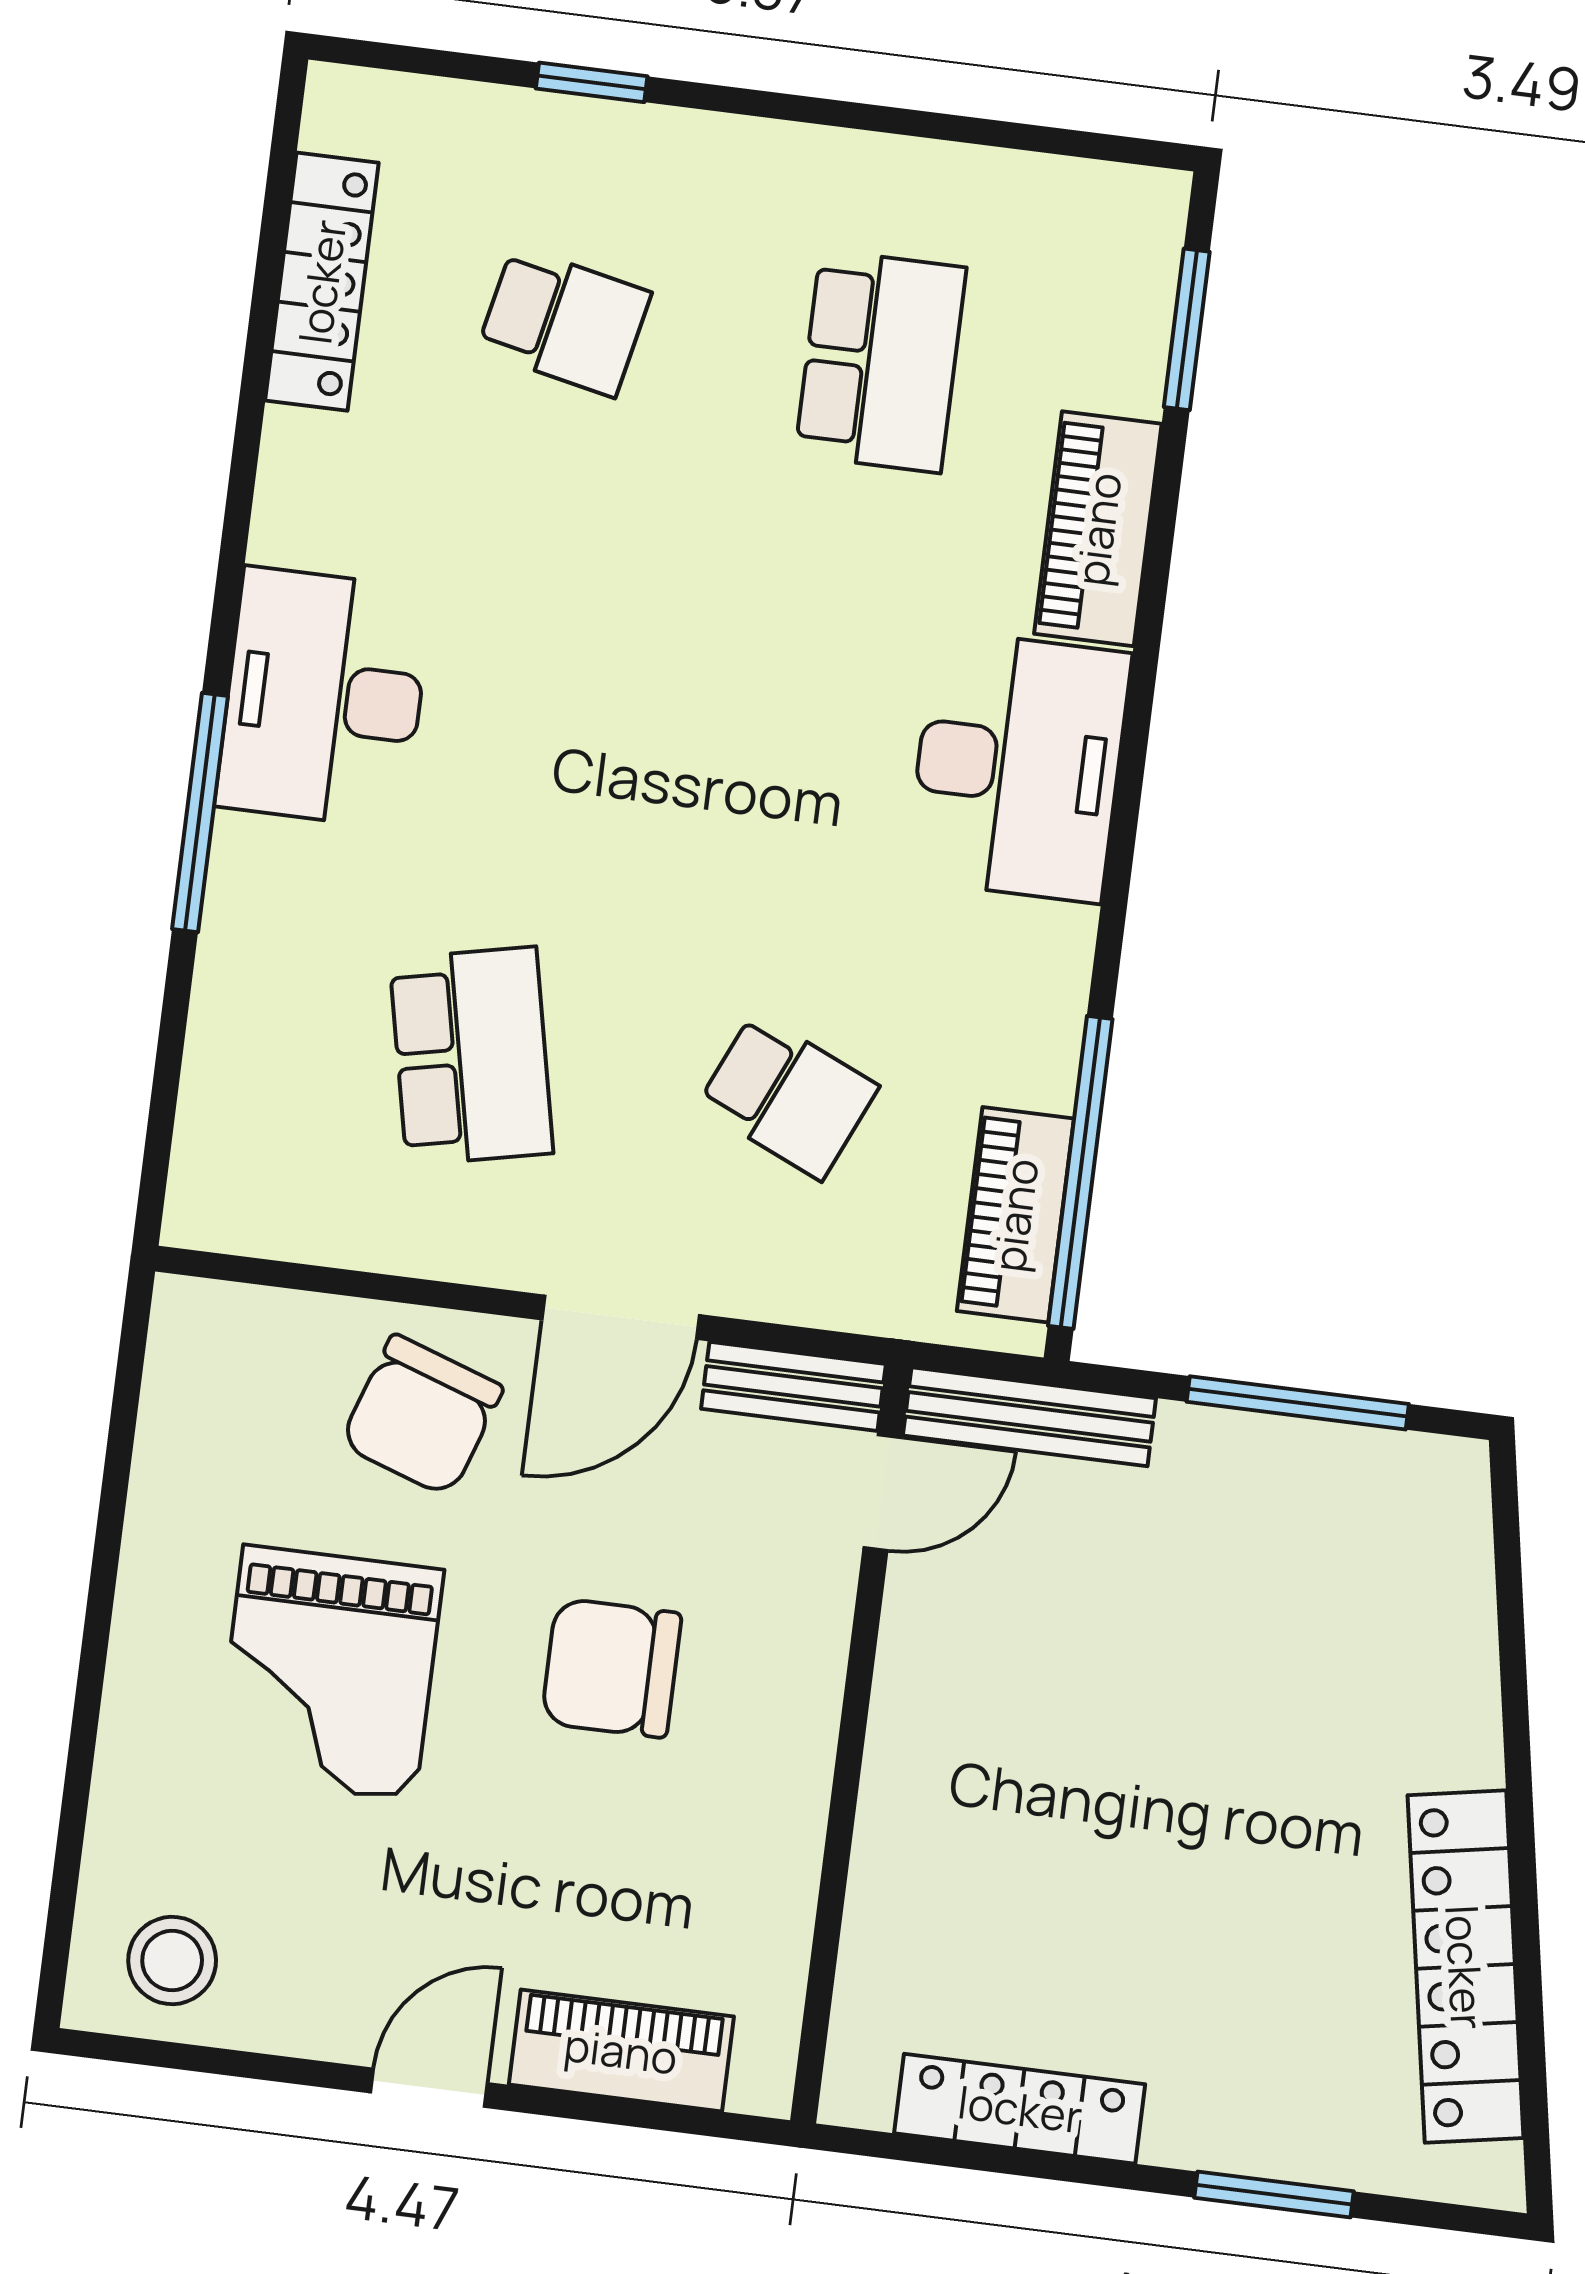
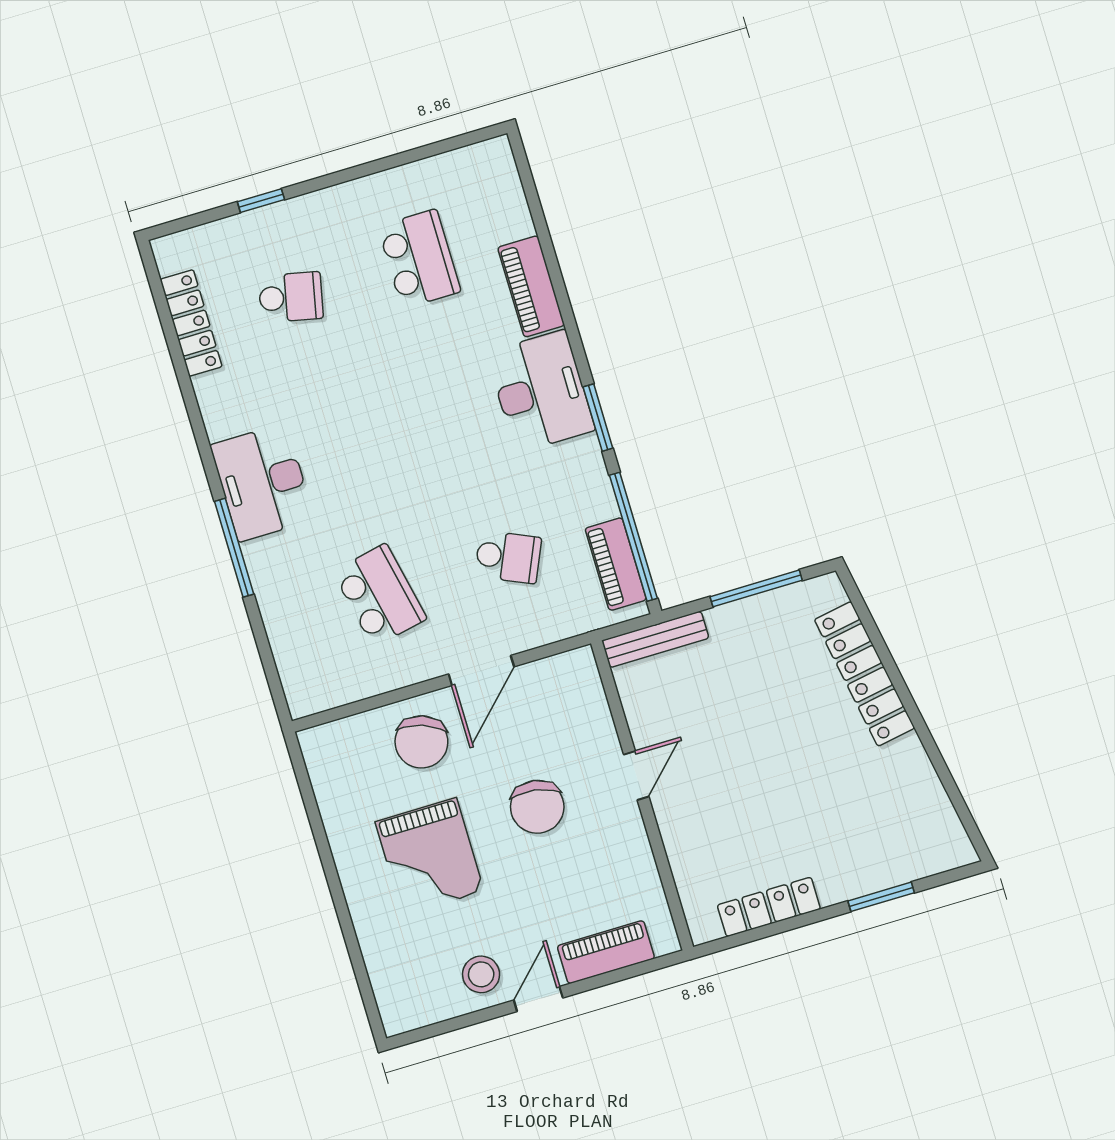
window: (1187, 329) -> (598, 418), moved
bench: (793, 1386) -> (559, 668), removed
door: (883, 1493) -> (636, 775), moved
chair: (611, 1668) -> (537, 807), turned -81
stool: (172, 1960) -> (481, 974), moved
locker: (1465, 1967) -> (865, 674), moved

